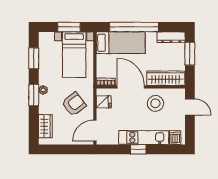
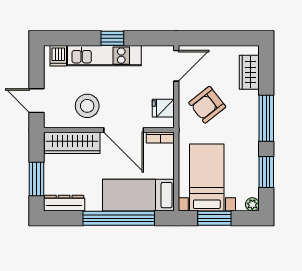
plant: (43, 90) -> (252, 204), moved
window: (34, 95) -> (266, 118), width x1.44

